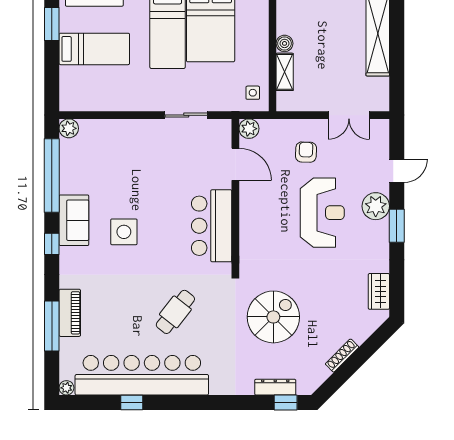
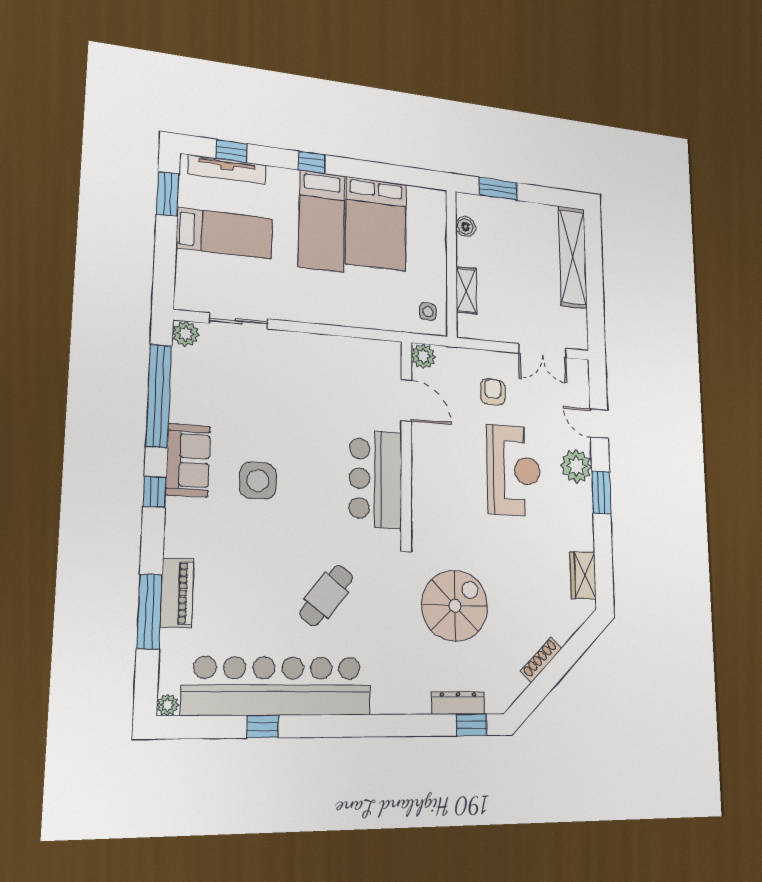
boiler: (285, 43) -> (465, 227), moved
sliding door: (186, 115) -> (239, 321), moved
door: (397, 171) -> (599, 424), swing flipped

